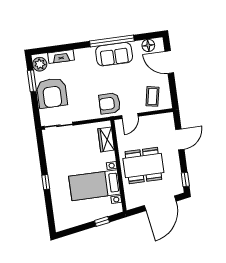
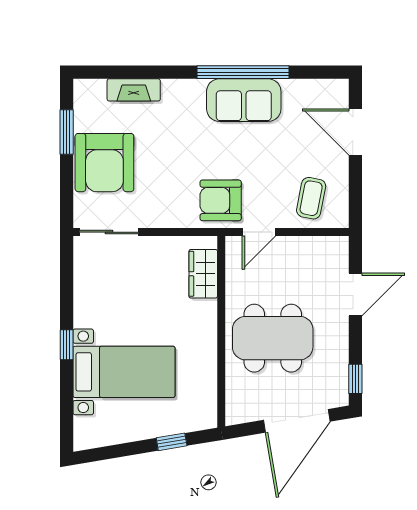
floor lamp: (148, 45) -> (317, 92), removed
plant: (40, 64) -> (87, 100), removed
bed with nightstands: (95, 185) -> (124, 372), moved, turned 180

